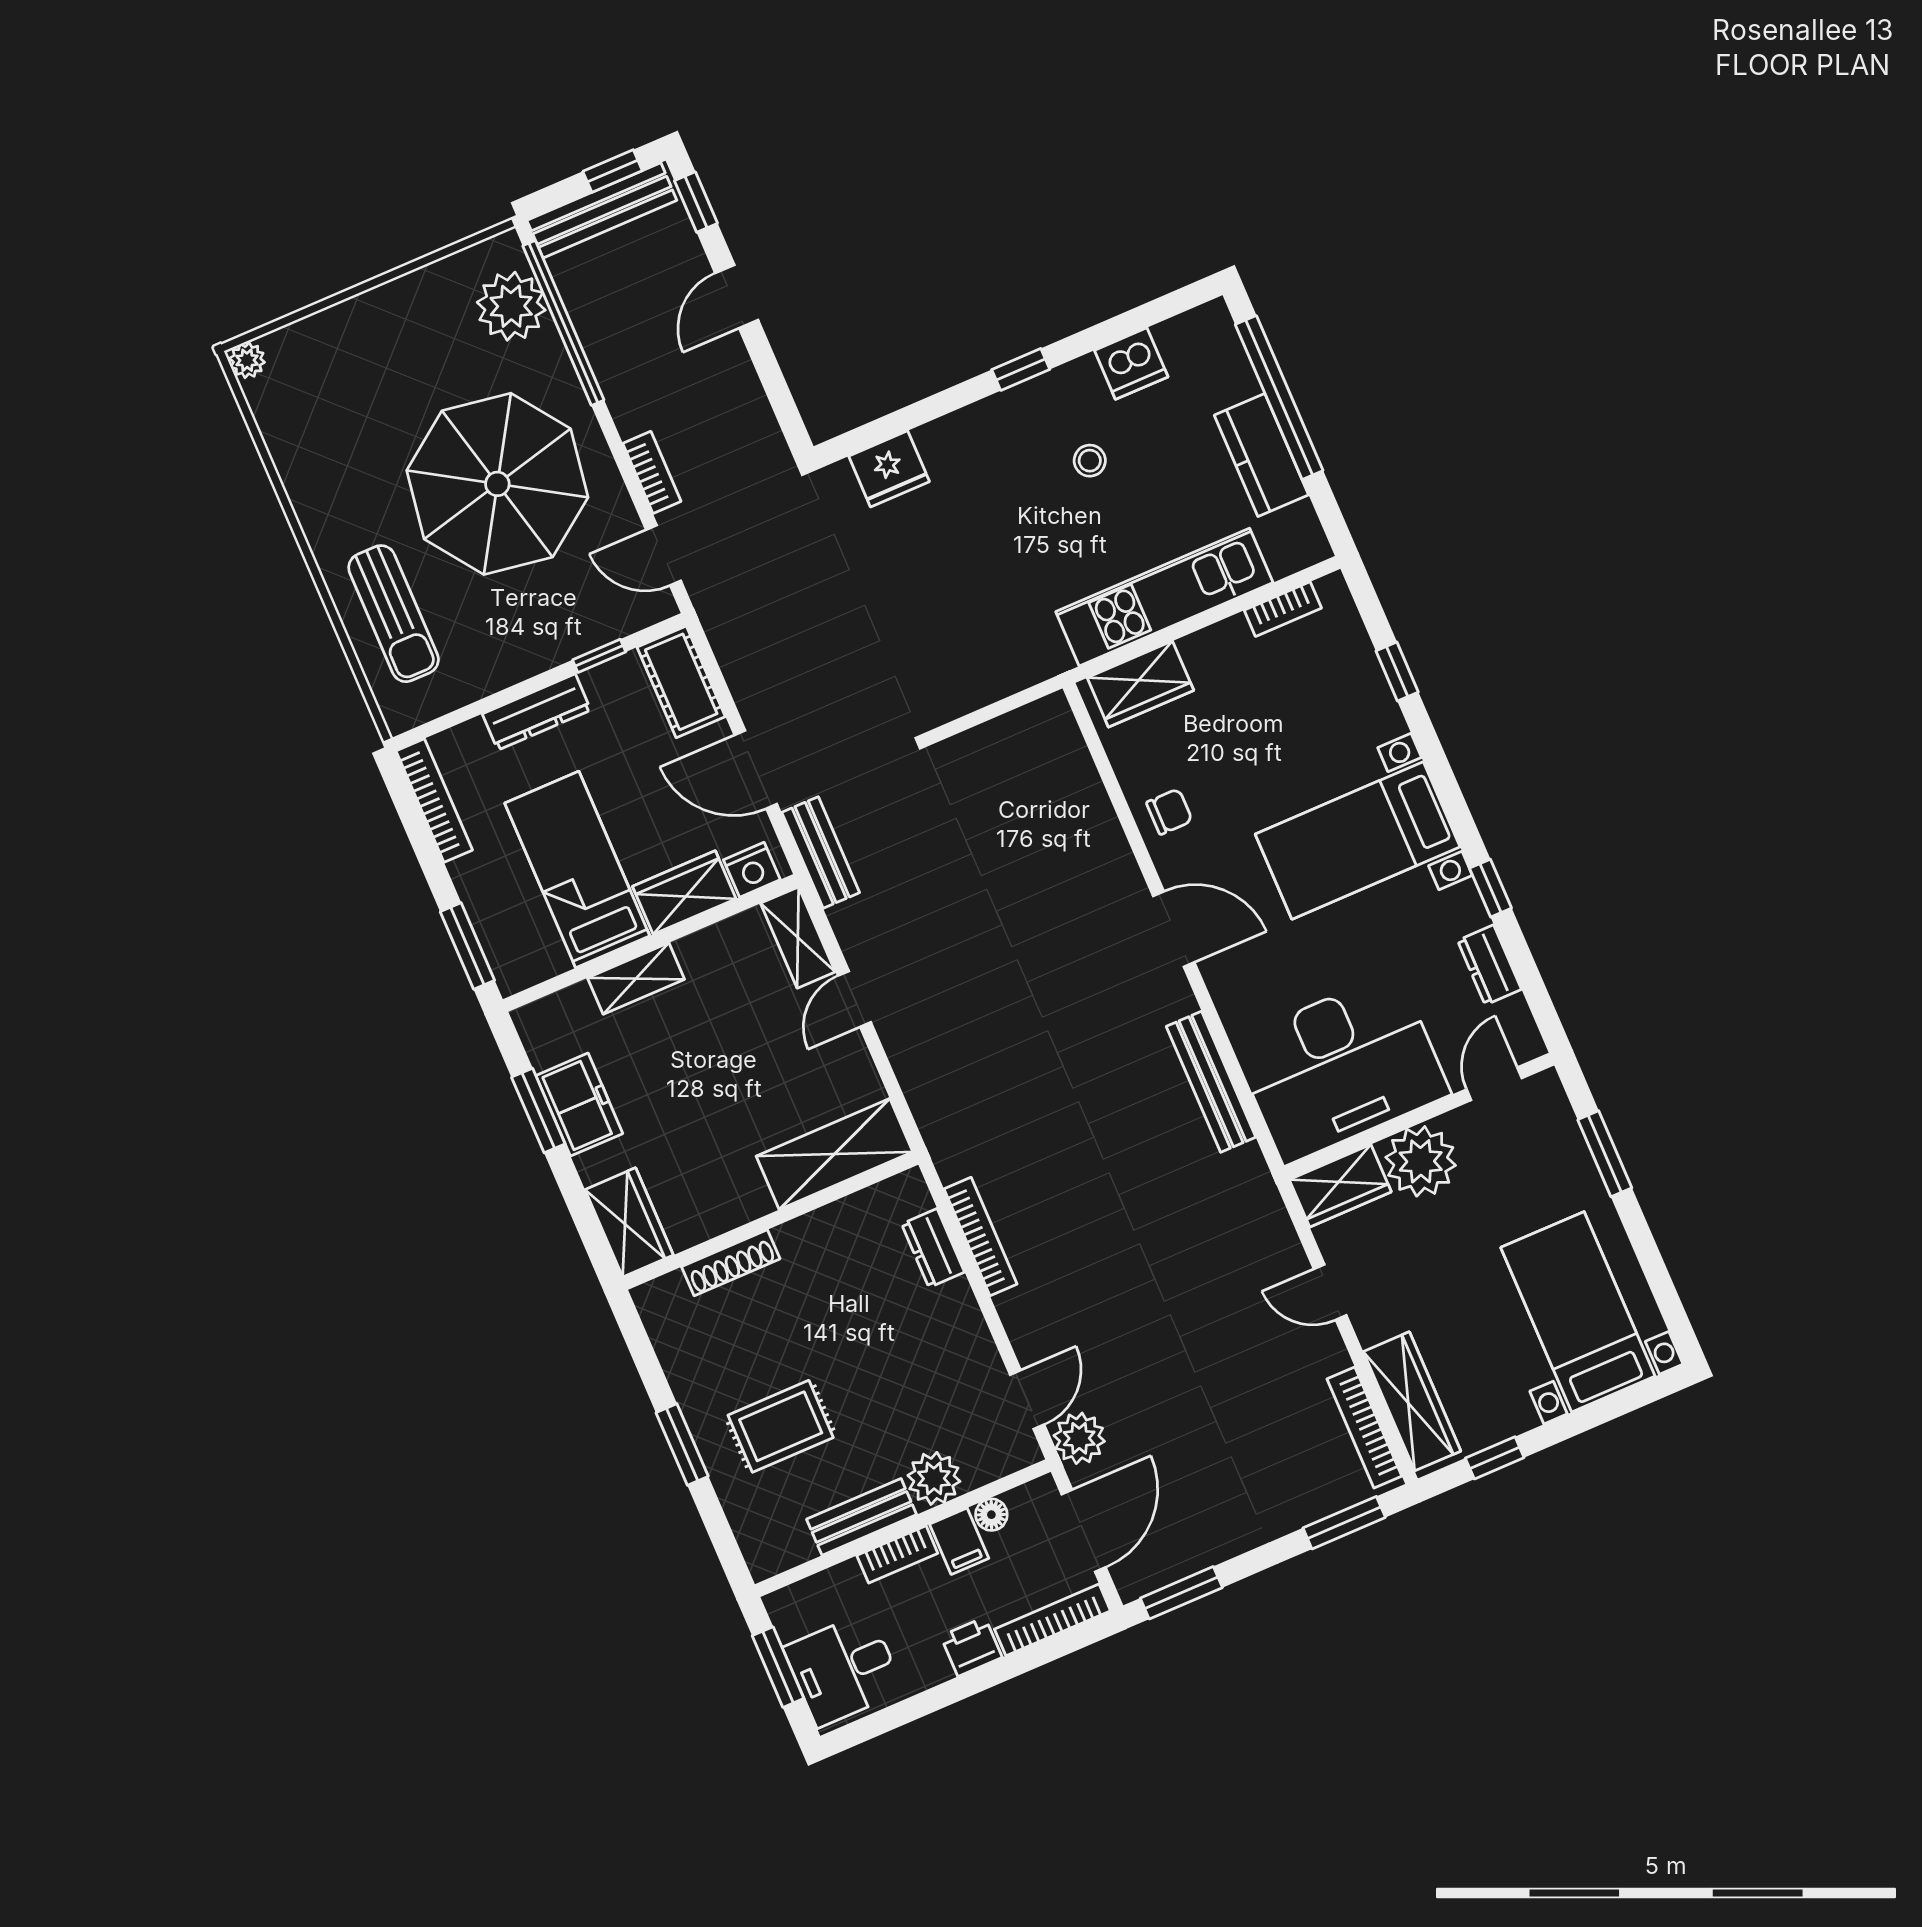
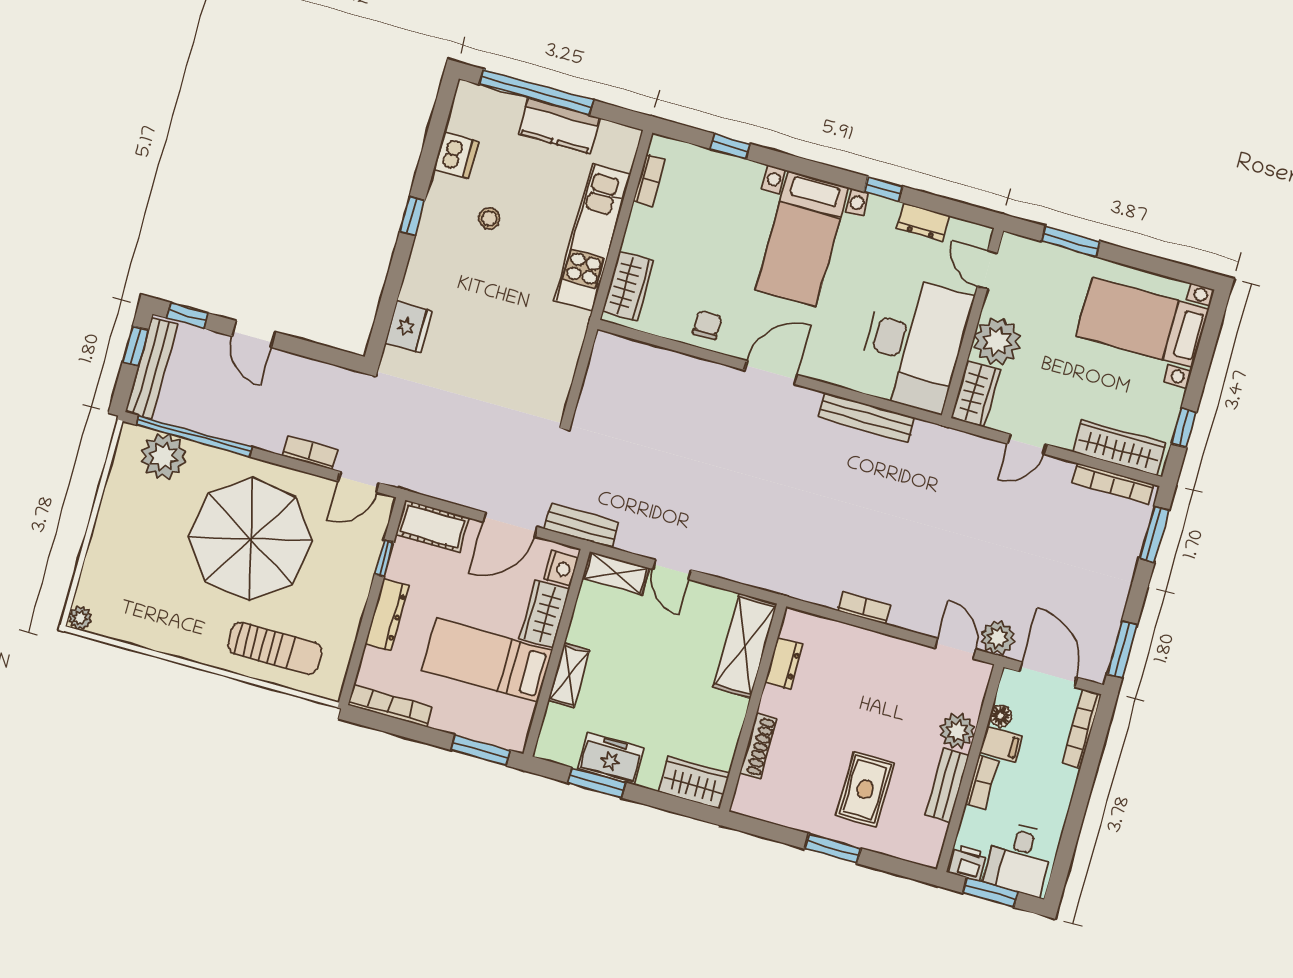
bookcase: (981, 1237) -> (864, 608), width x0.64
dresser: (933, 1248) -> (784, 663), moved, turned -90
printer: (971, 1647) -> (967, 863), moved, turned 90

